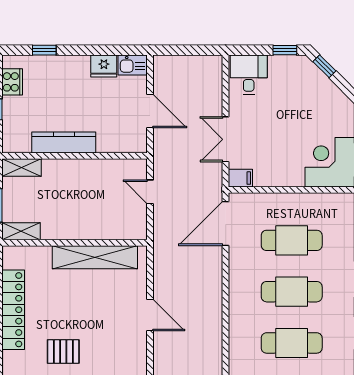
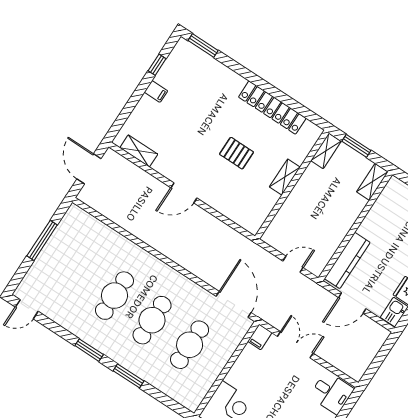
kitchen counter: (64, 142) -> (347, 260), moved
shelving: (95, 257) -> (285, 177), width x0.45, depth x0.75
door: (150, 315) -> (184, 193), moved
pallet: (63, 352) -> (237, 153), moved, turned 90

